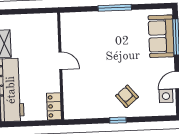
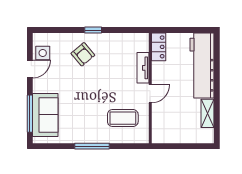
coffee table: (86, 36) -> (123, 118), added
door: (60, 61) -> (150, 94), swing flipped
tv unit: (68, 85) -> (143, 68), added

